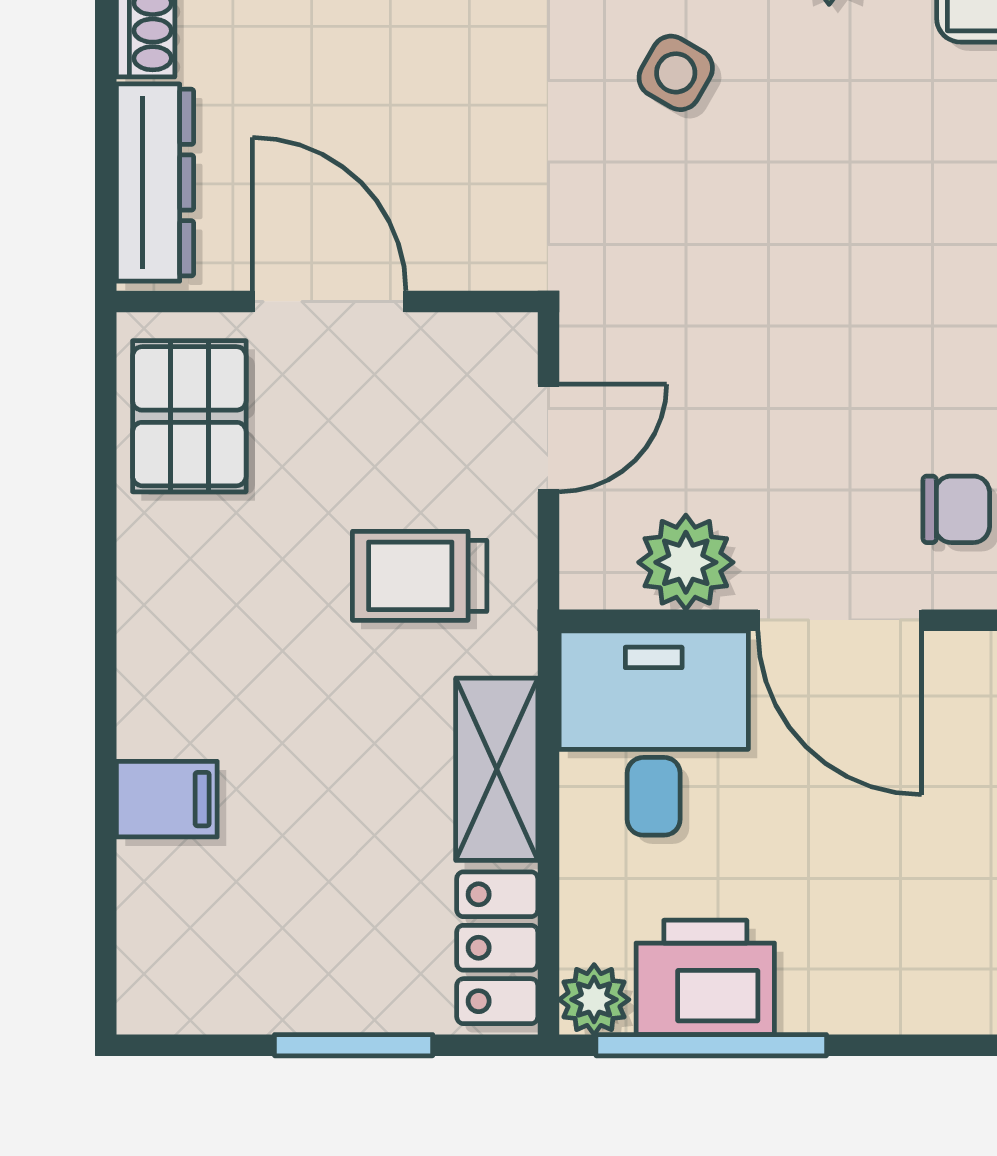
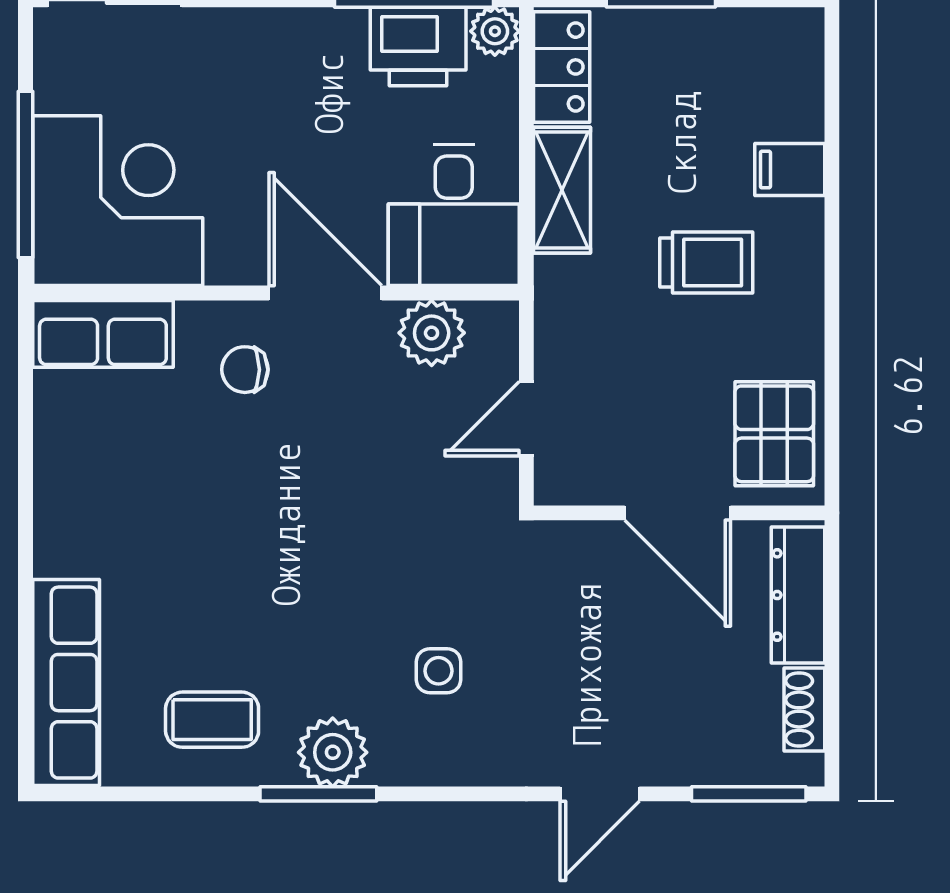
side table: (676, 73) -> (439, 671), turned -30
trolley: (420, 576) -> (706, 263), moved

